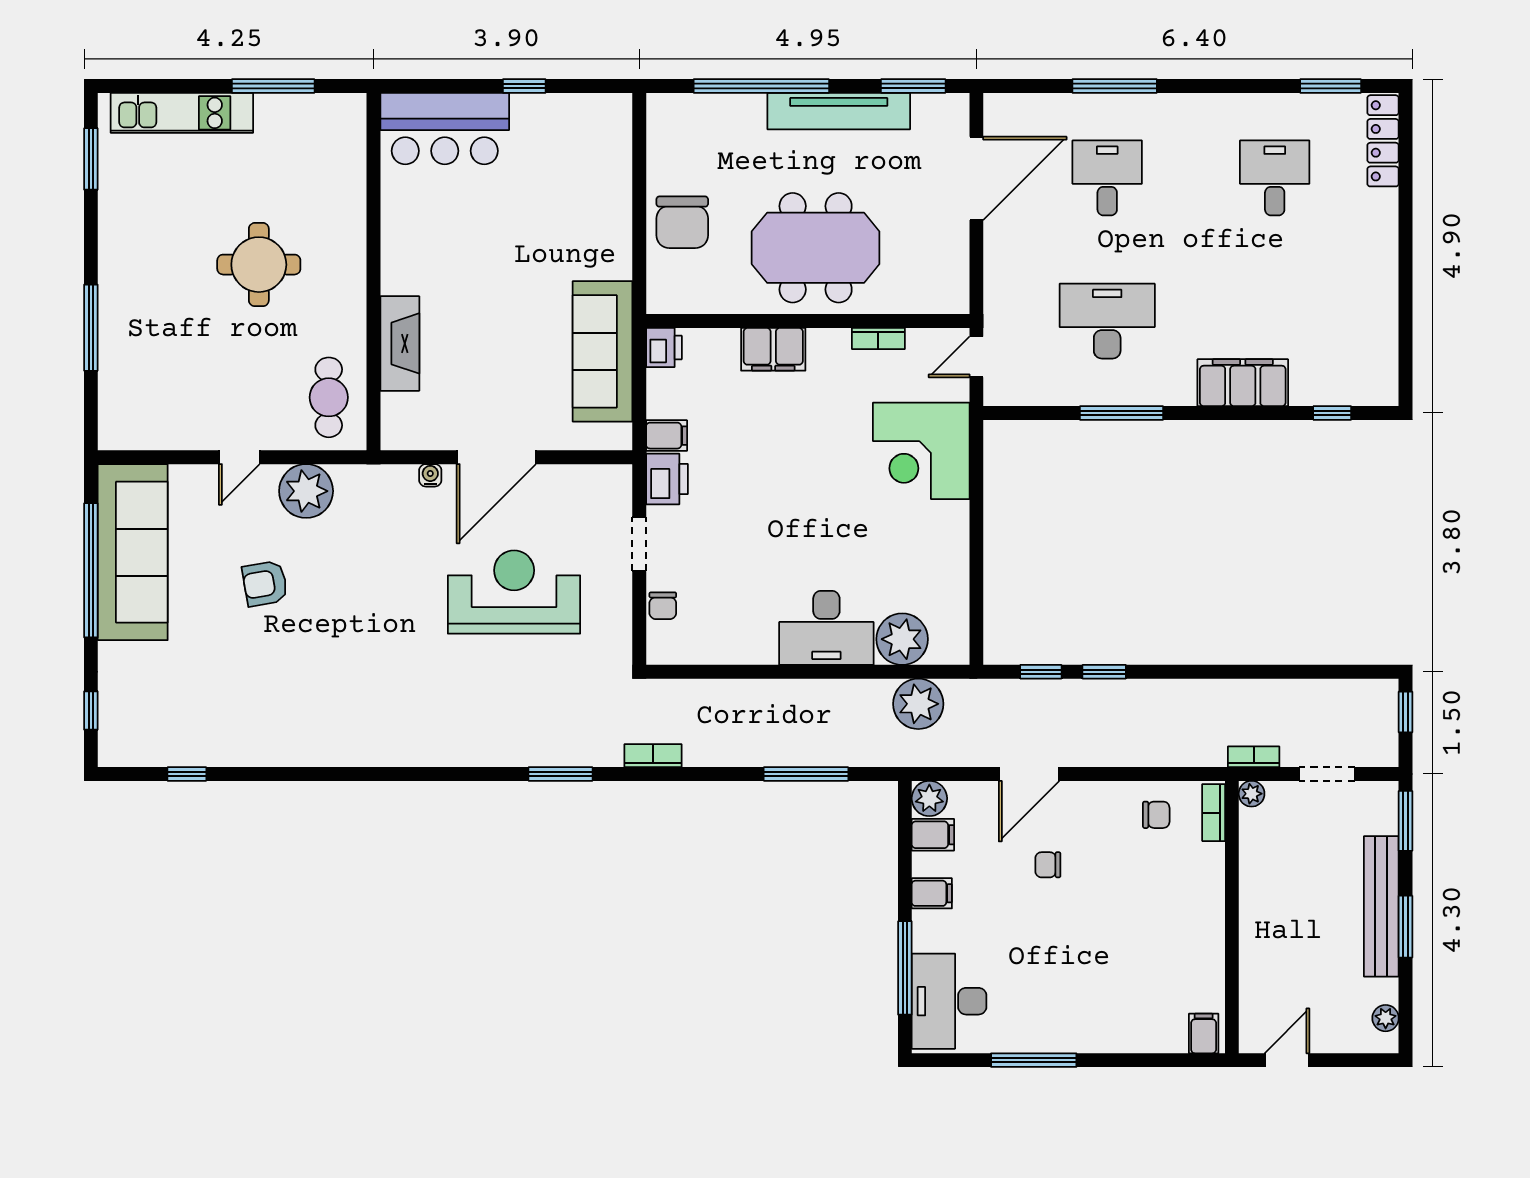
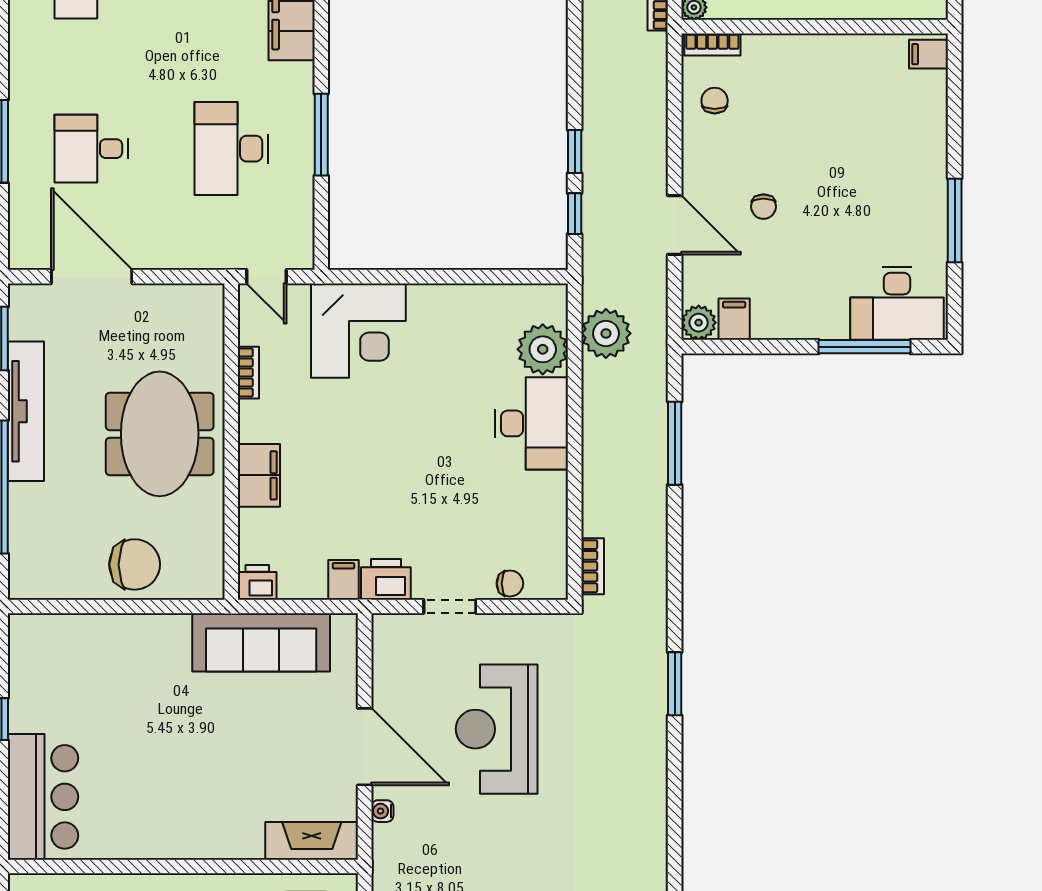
fireplace: (400, 343) -> (312, 841), moved
bookcase: (653, 756) -> (593, 566), moved, turned 180
filing cabinet: (932, 893) -> (791, 320), removed

